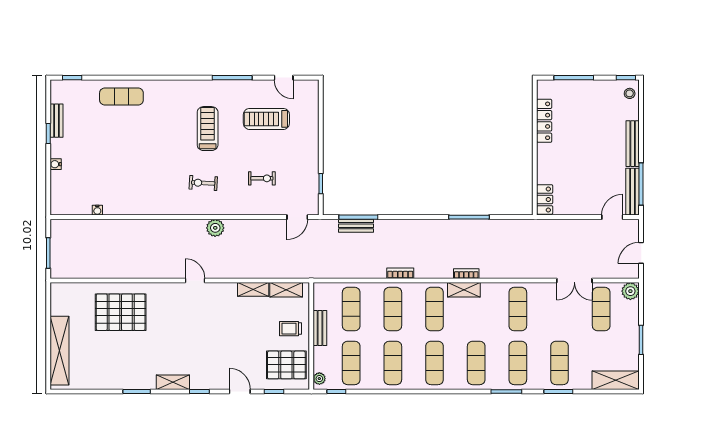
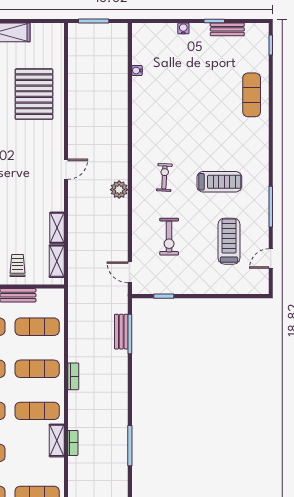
exercise bike: (262, 178) -> (169, 237), width x1.38, depth x1.39

